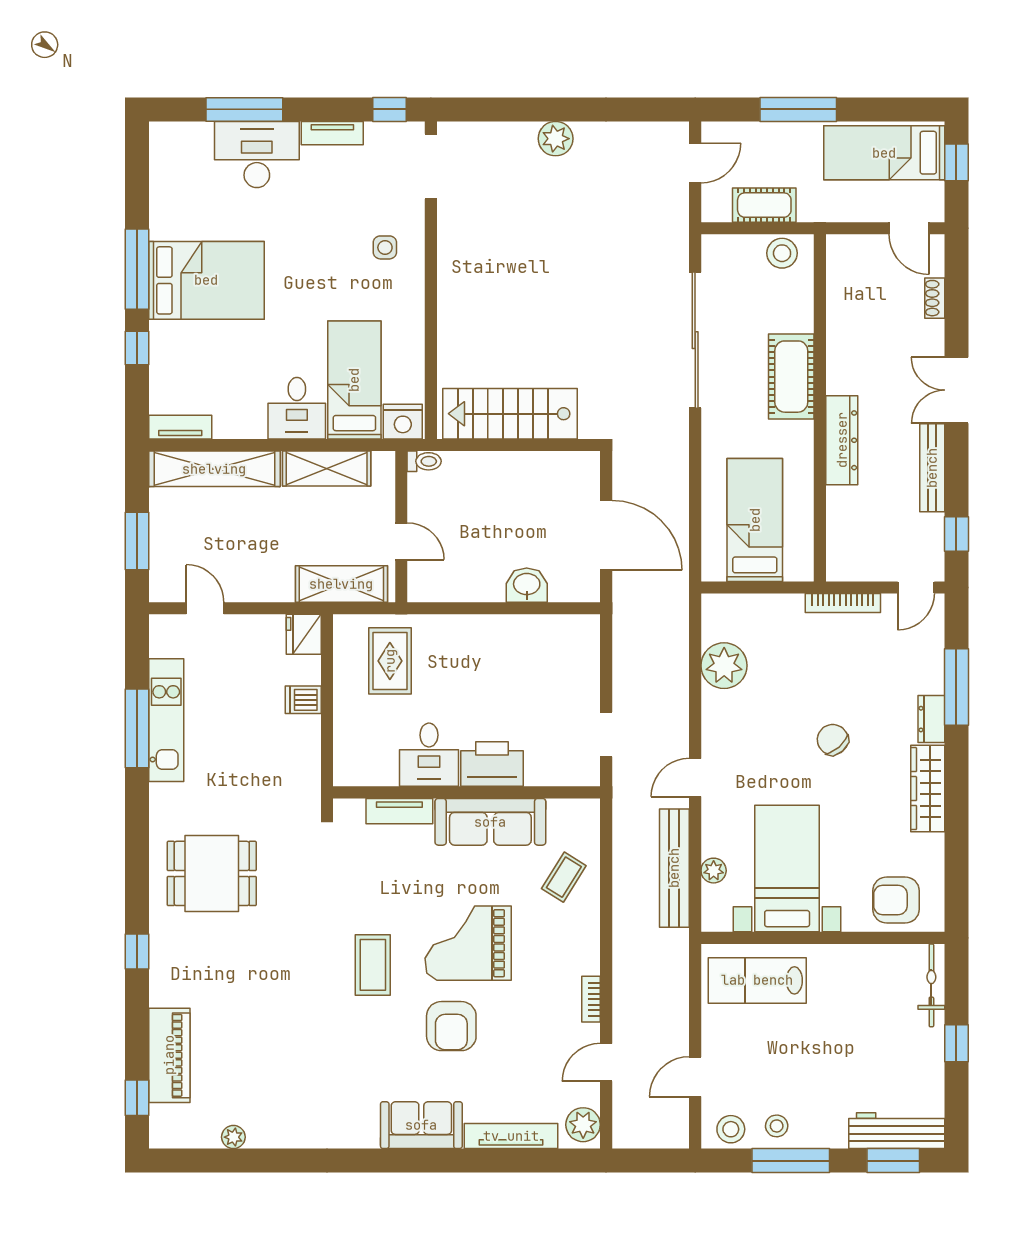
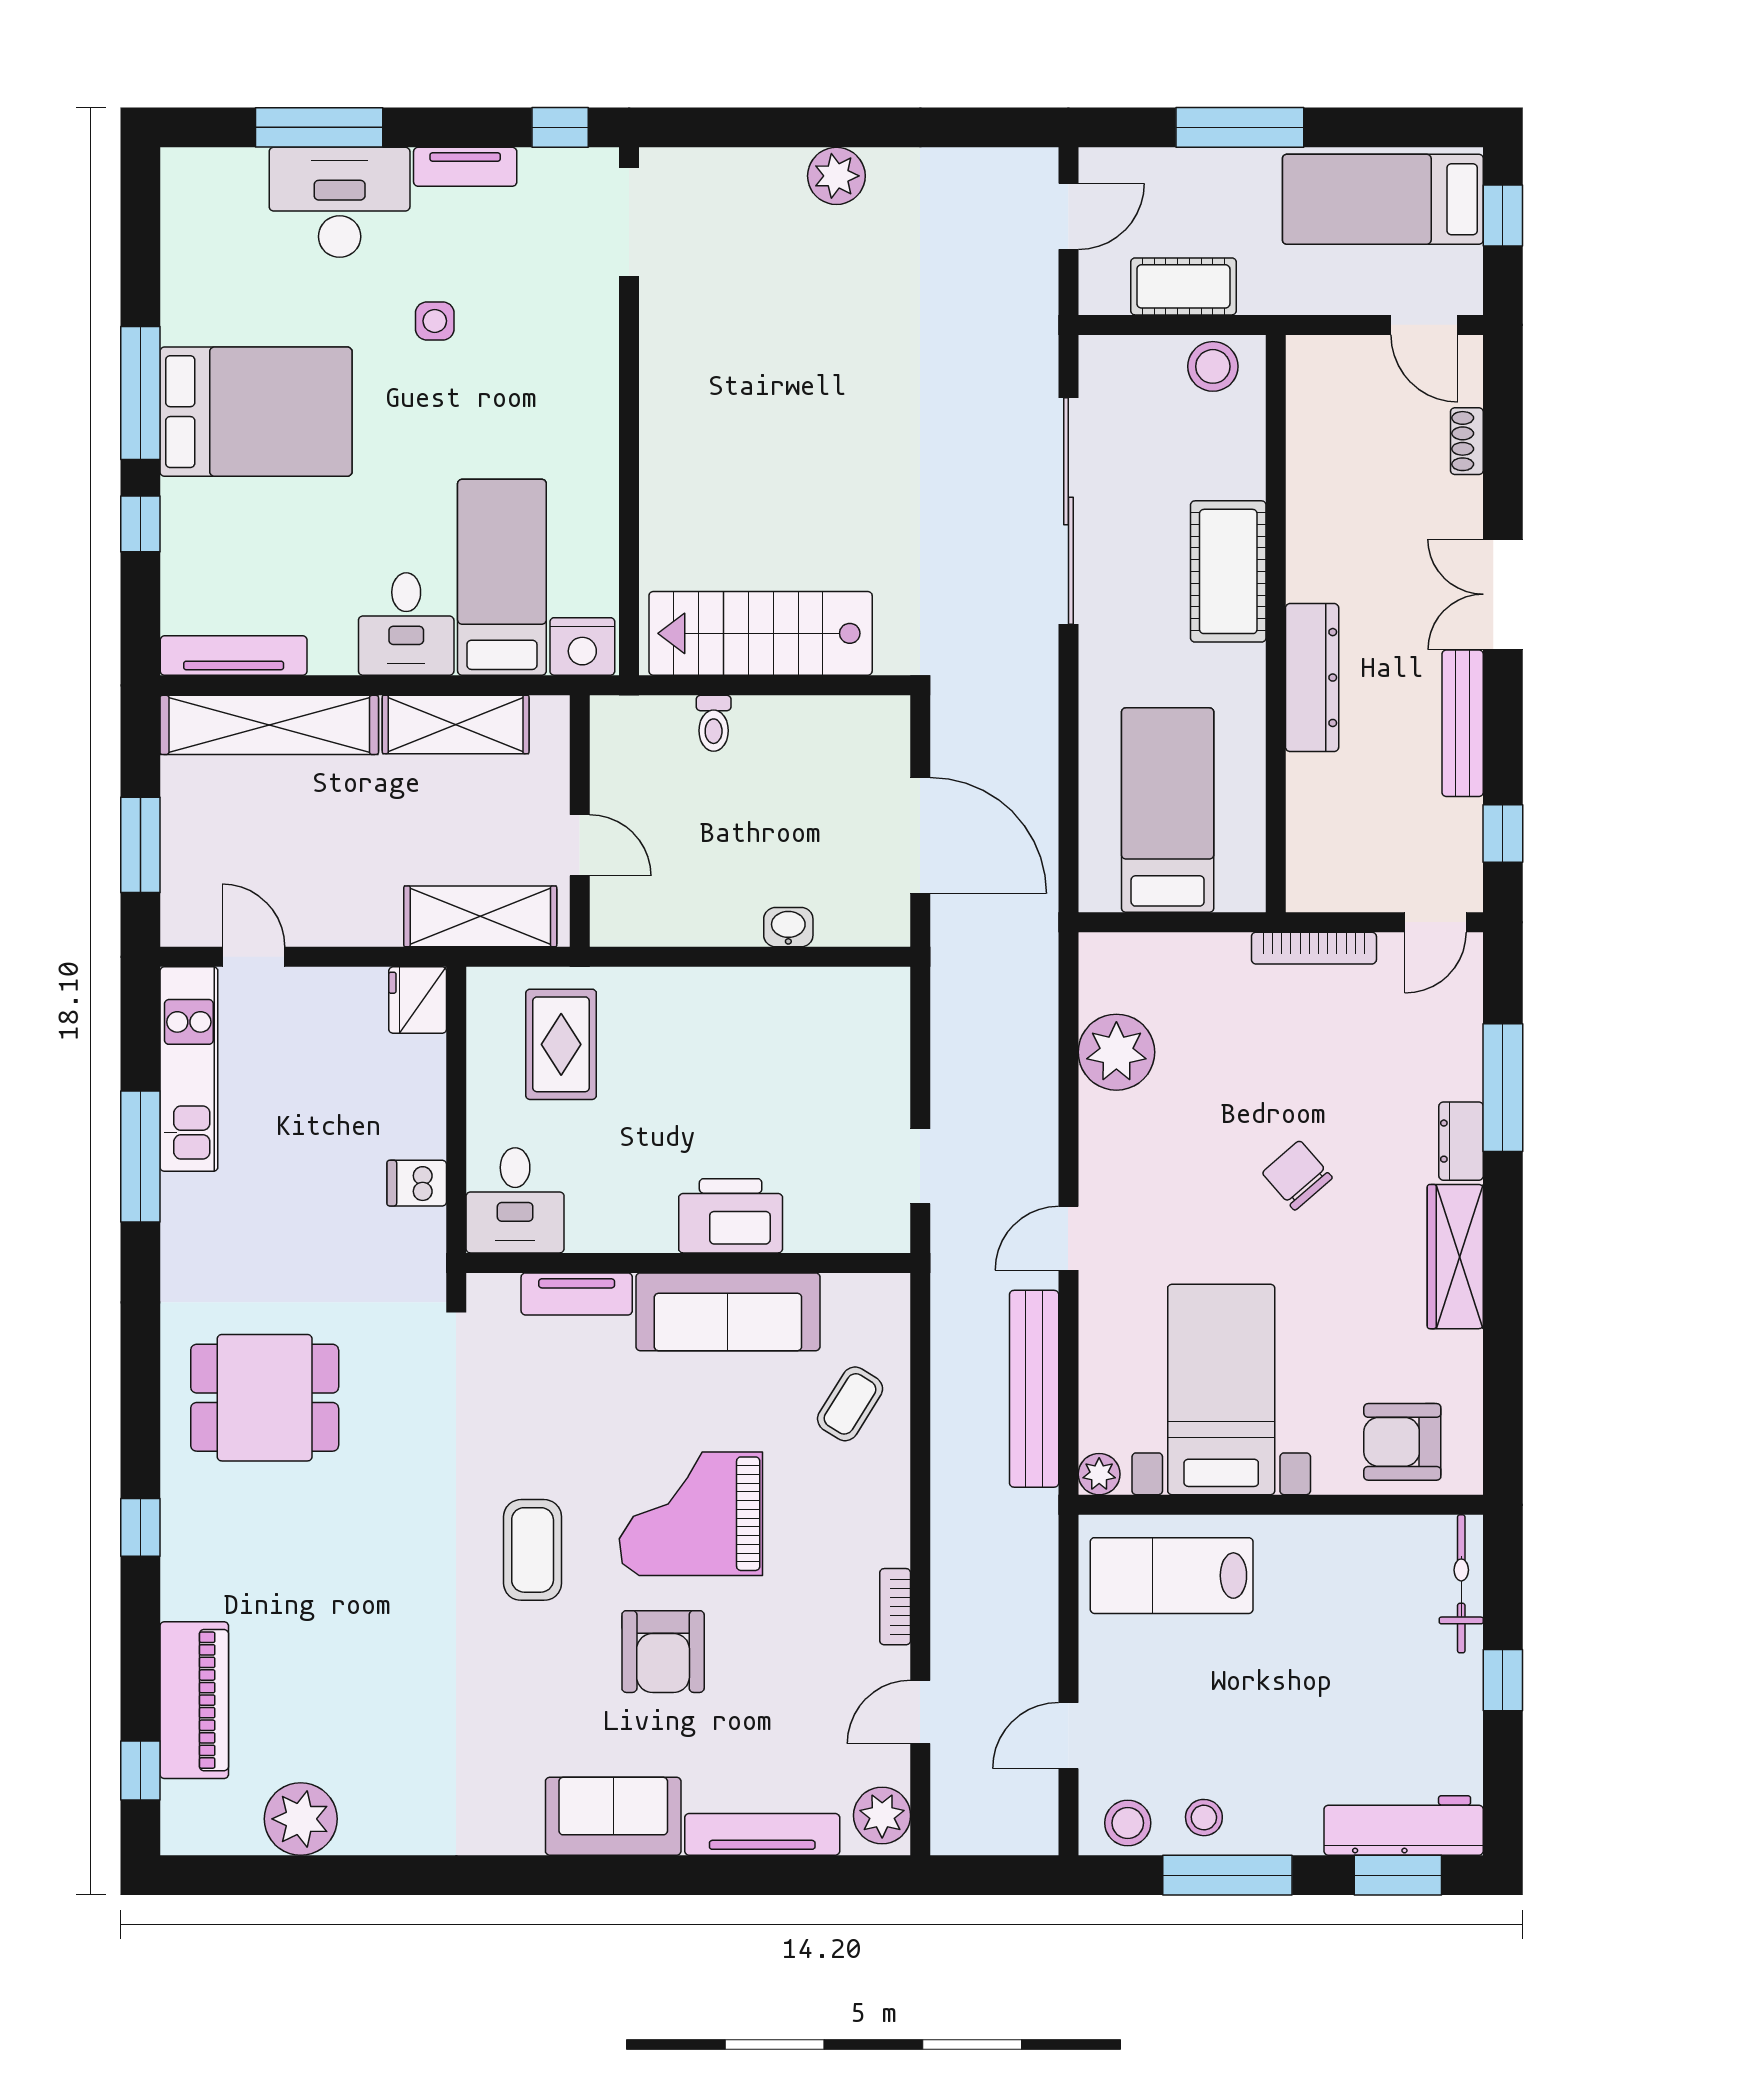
side table: (385, 247) -> (435, 321), moved
tv unit: (180, 427) -> (234, 656), width x1.41
toilet: (424, 461) -> (714, 723), moved, turned 90
washbasin: (527, 585) -> (788, 927), width x0.72, depth x0.69
dishwasher: (303, 700) -> (417, 1183), moved
kitchen unit: (166, 720) -> (189, 1069), moved
desk: (429, 755) -> (515, 1200), moved
plant: (714, 871) -> (1099, 1474), moved
plant: (233, 1137) -> (301, 1819), width x1.87, depth x1.87

